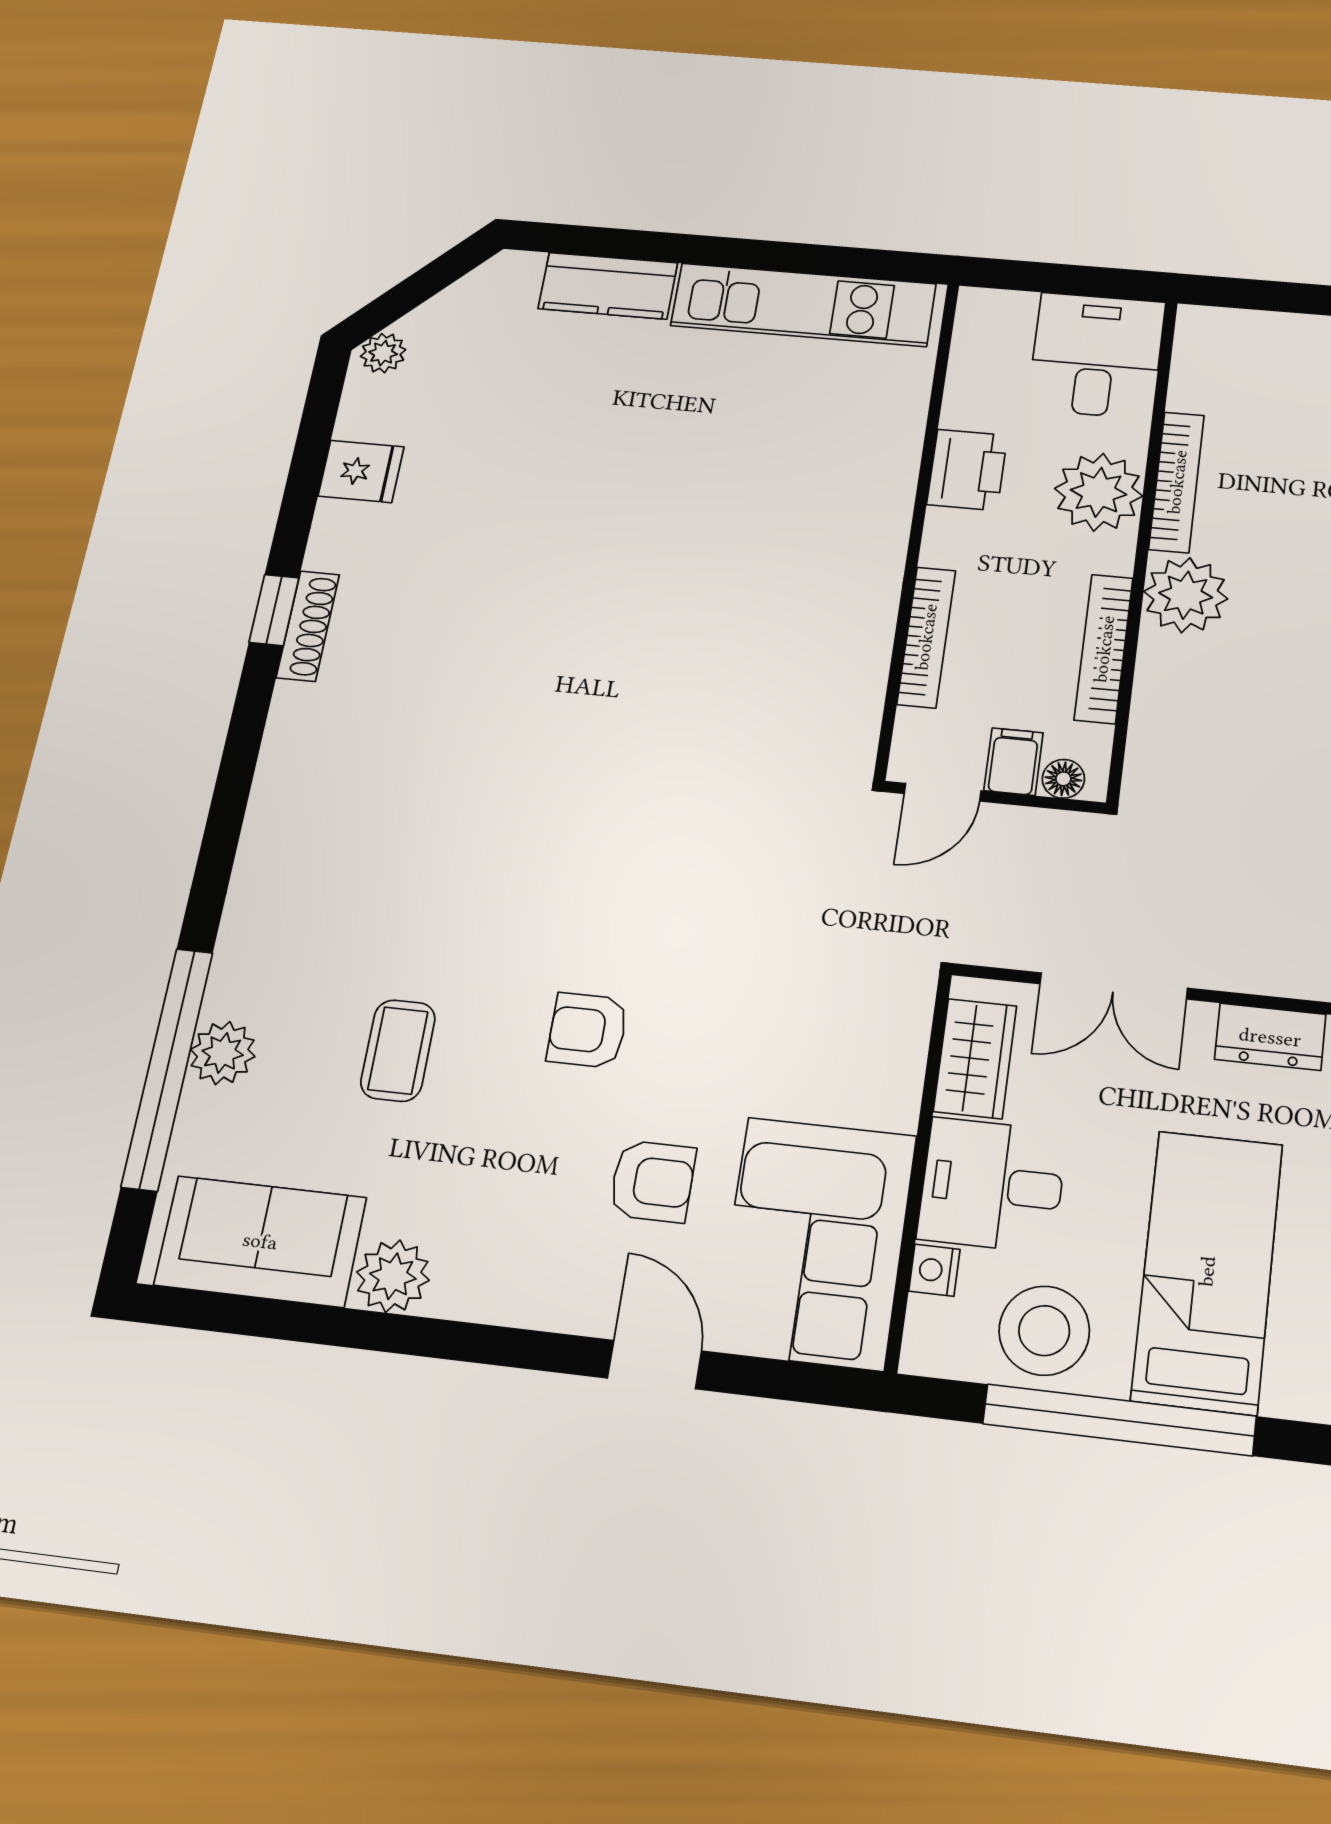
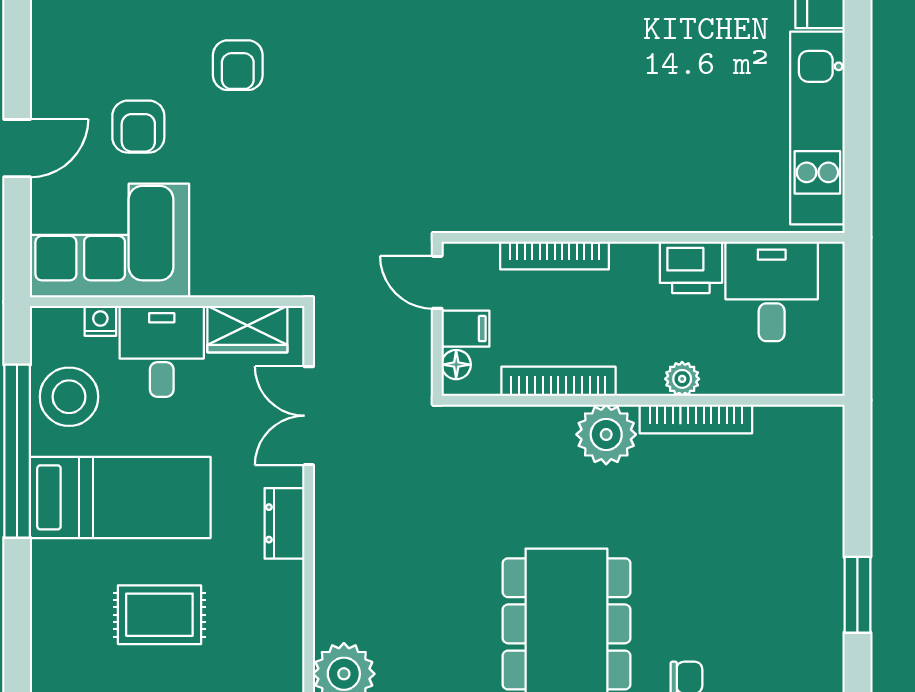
desk: (1096, 356) -> (772, 291), moved, turned -90
plant: (1099, 492) -> (682, 379), width x0.53, depth x0.53
armchair: (588, 1030) -> (238, 65), turned 180

